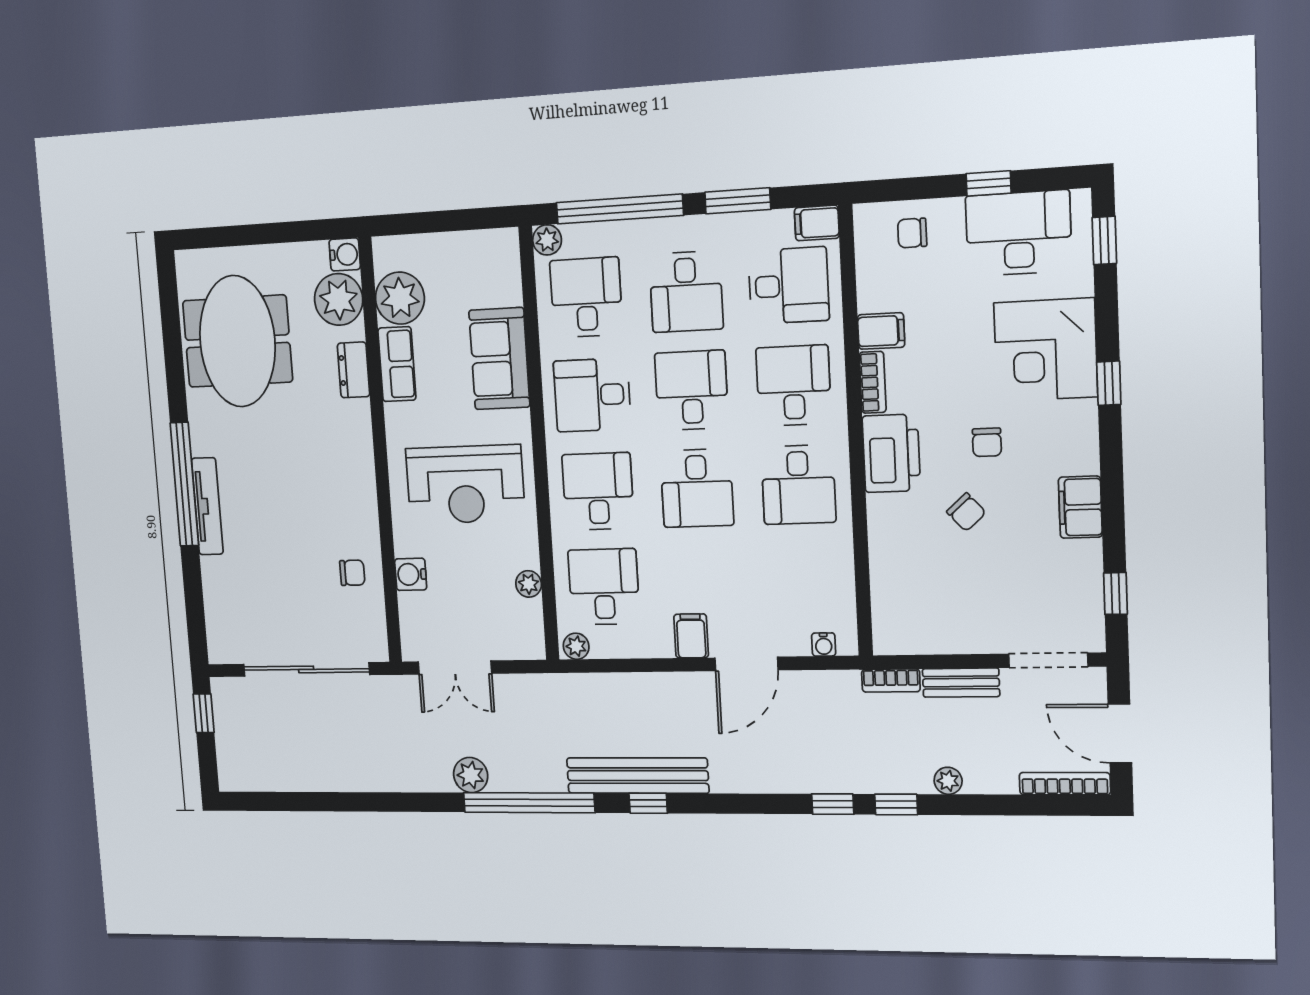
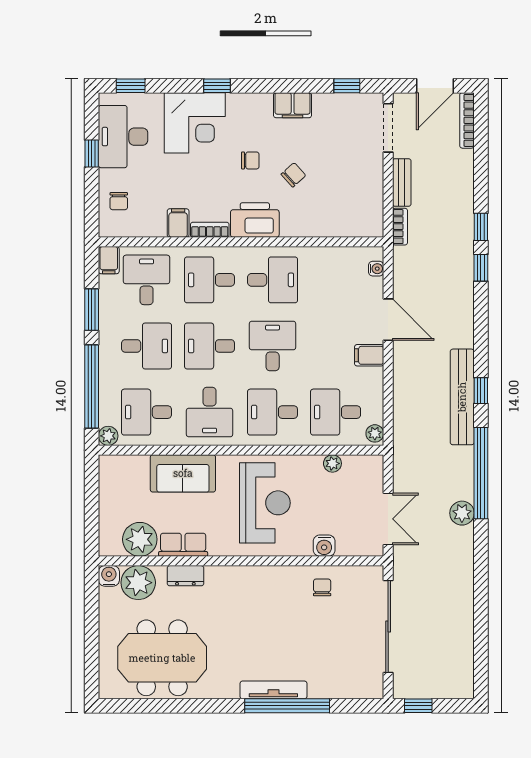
window: (184, 484) -> (287, 706), moved
desk: (697, 488) -> (273, 346), turned -90
plant: (948, 781) -> (465, 193), removed

